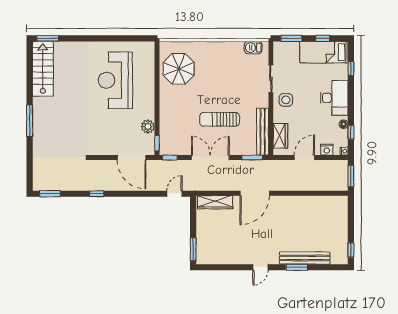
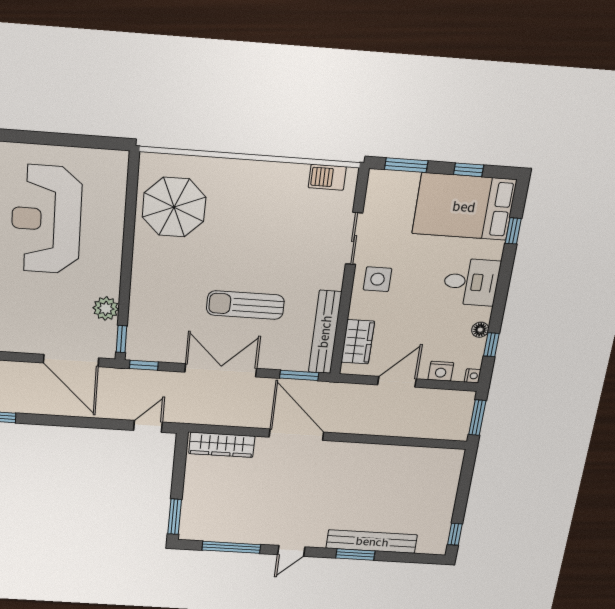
bed: (324, 52) -> (464, 207), width x1.50
desk: (334, 98) -> (471, 282), width x0.73
door: (255, 193) -> (296, 435), swing flipped
window: (227, 267) -> (231, 547), added

